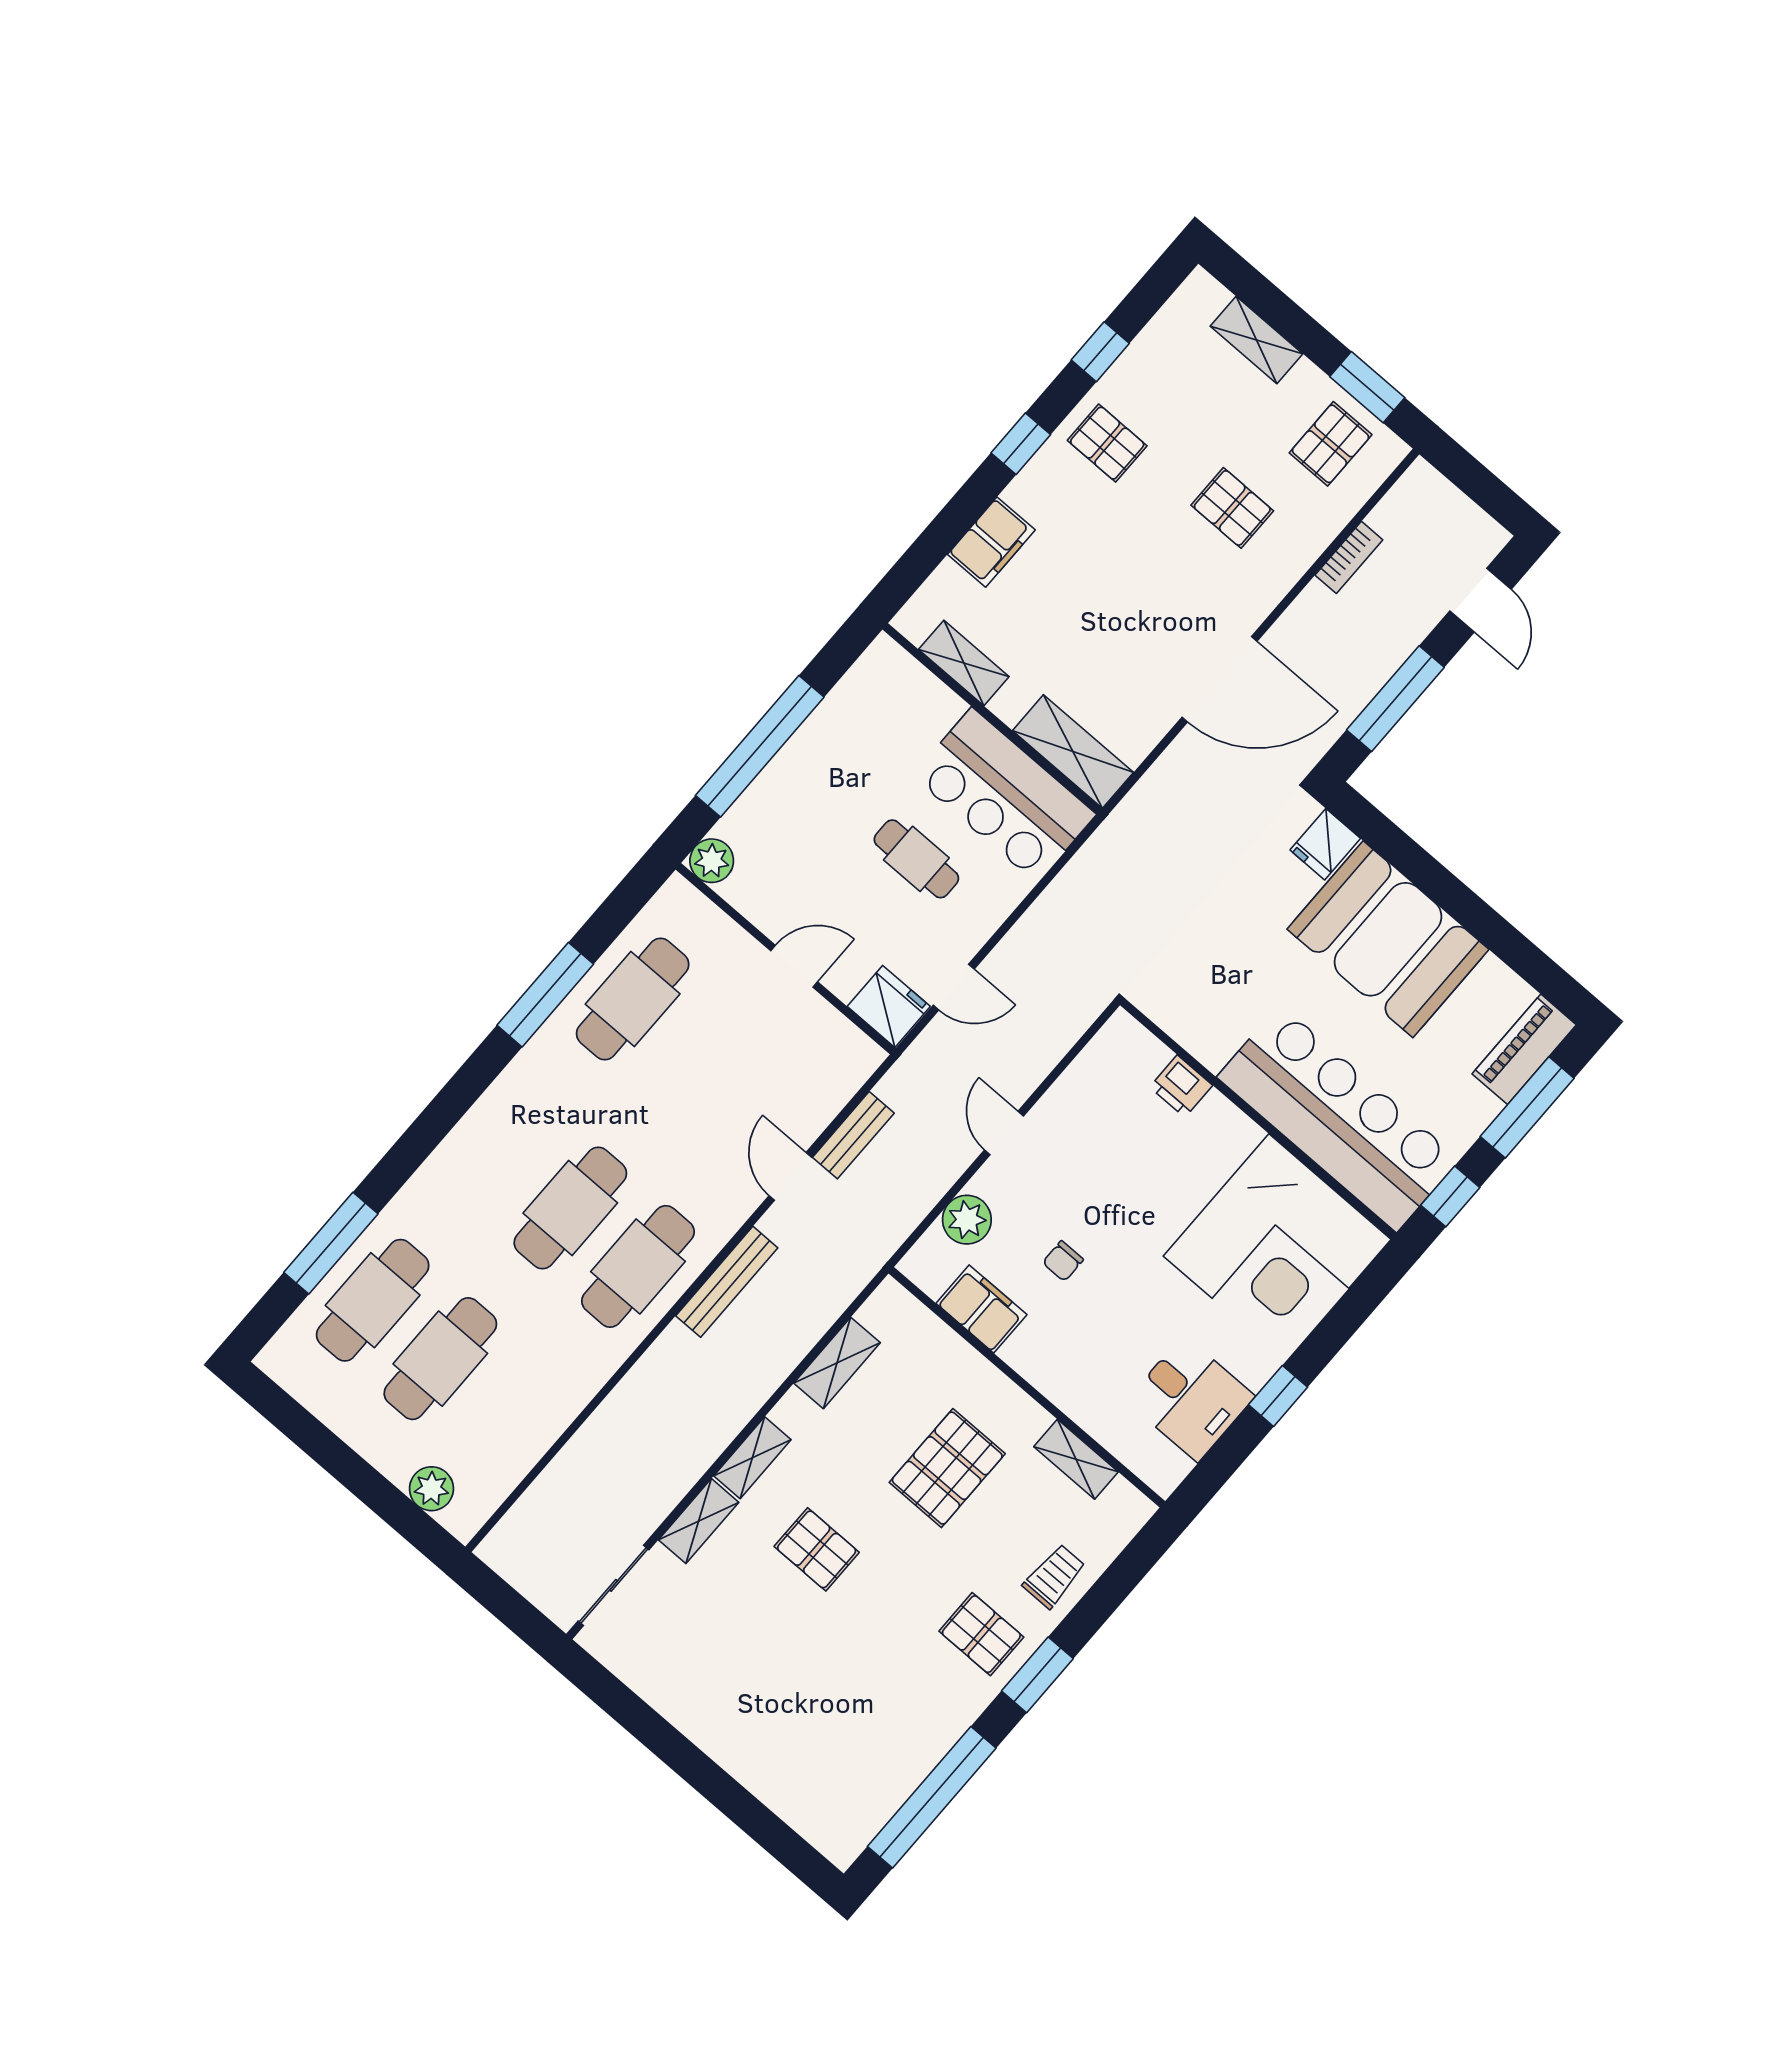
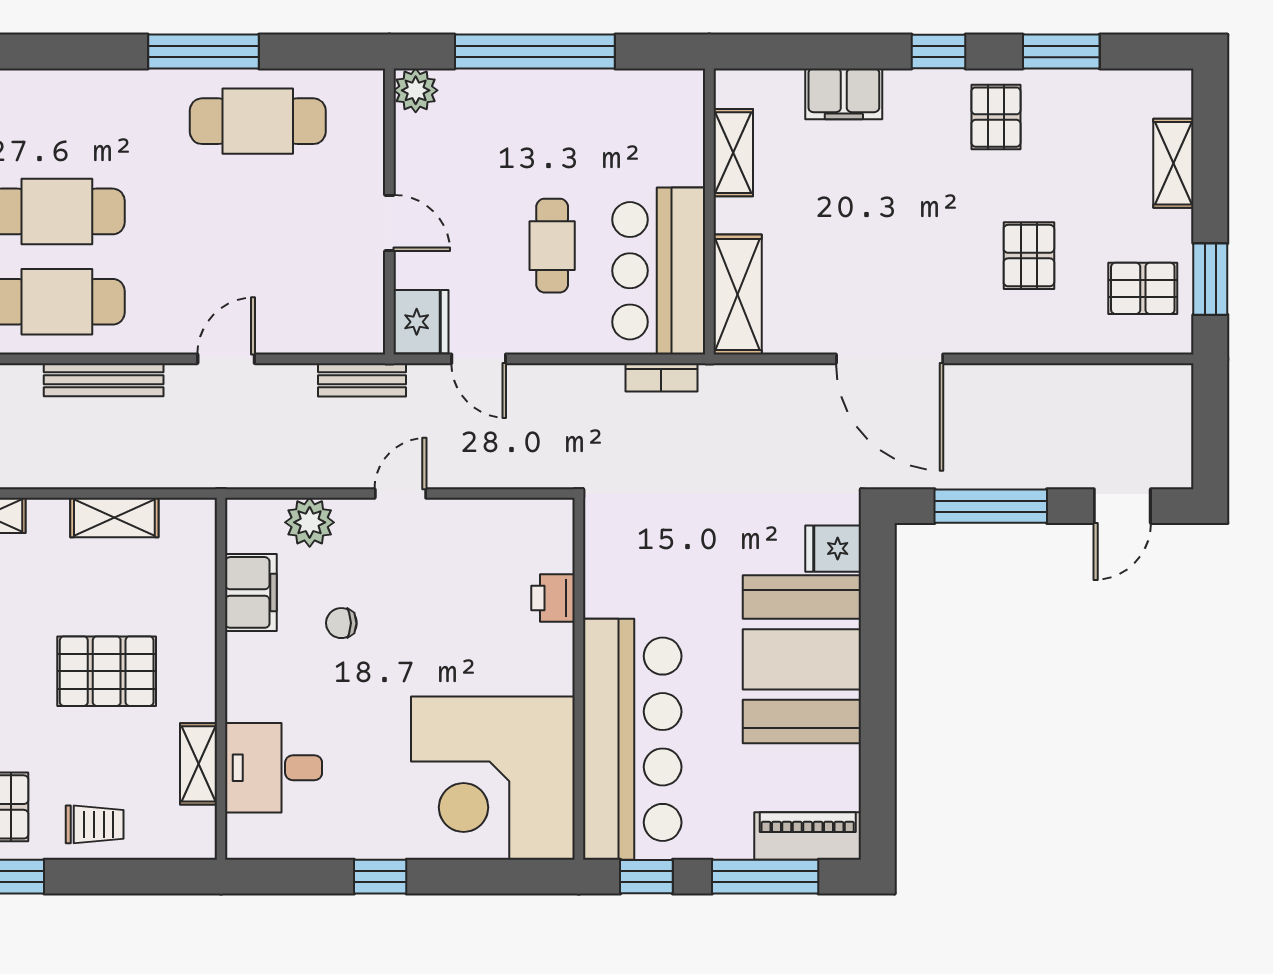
window: (1100, 352) -> (1061, 51), width x1.50
bookcase: (1349, 557) -> (661, 377), moved
bench: (853, 1135) -> (362, 380), moved
desk: (1191, 1399) -> (274, 768), moved, turned 90

